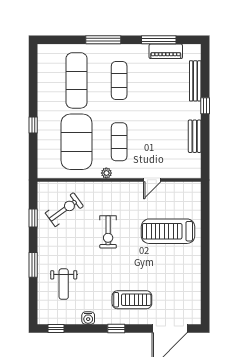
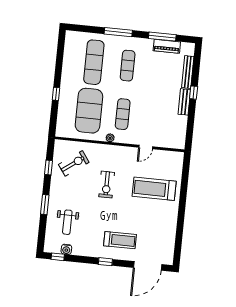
bench: (195, 136) -> (184, 102), moved
water cooler: (88, 318) -> (66, 249), moved

